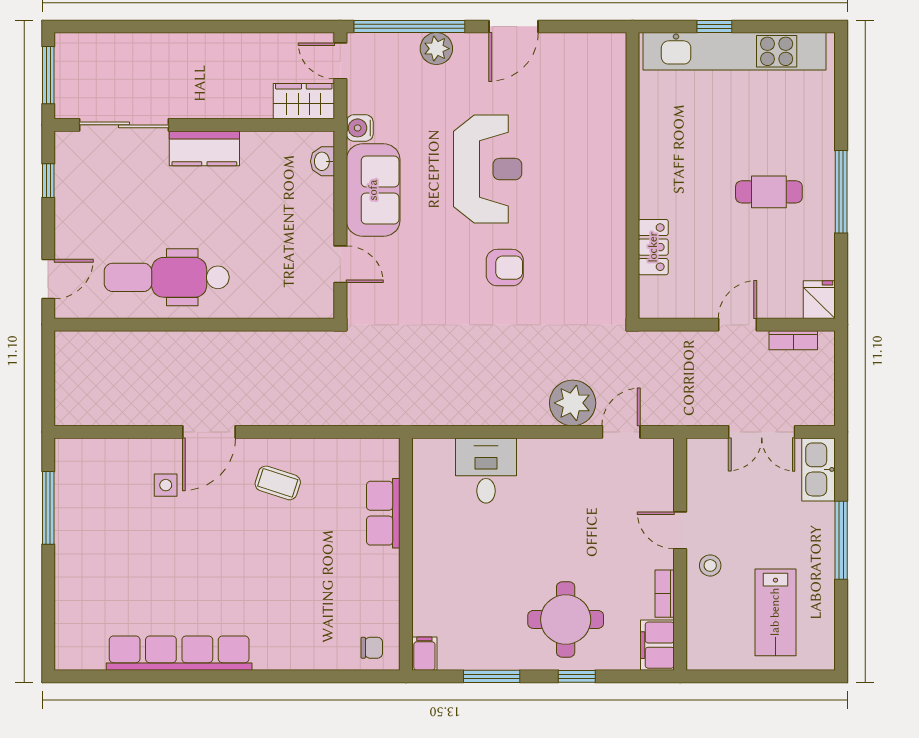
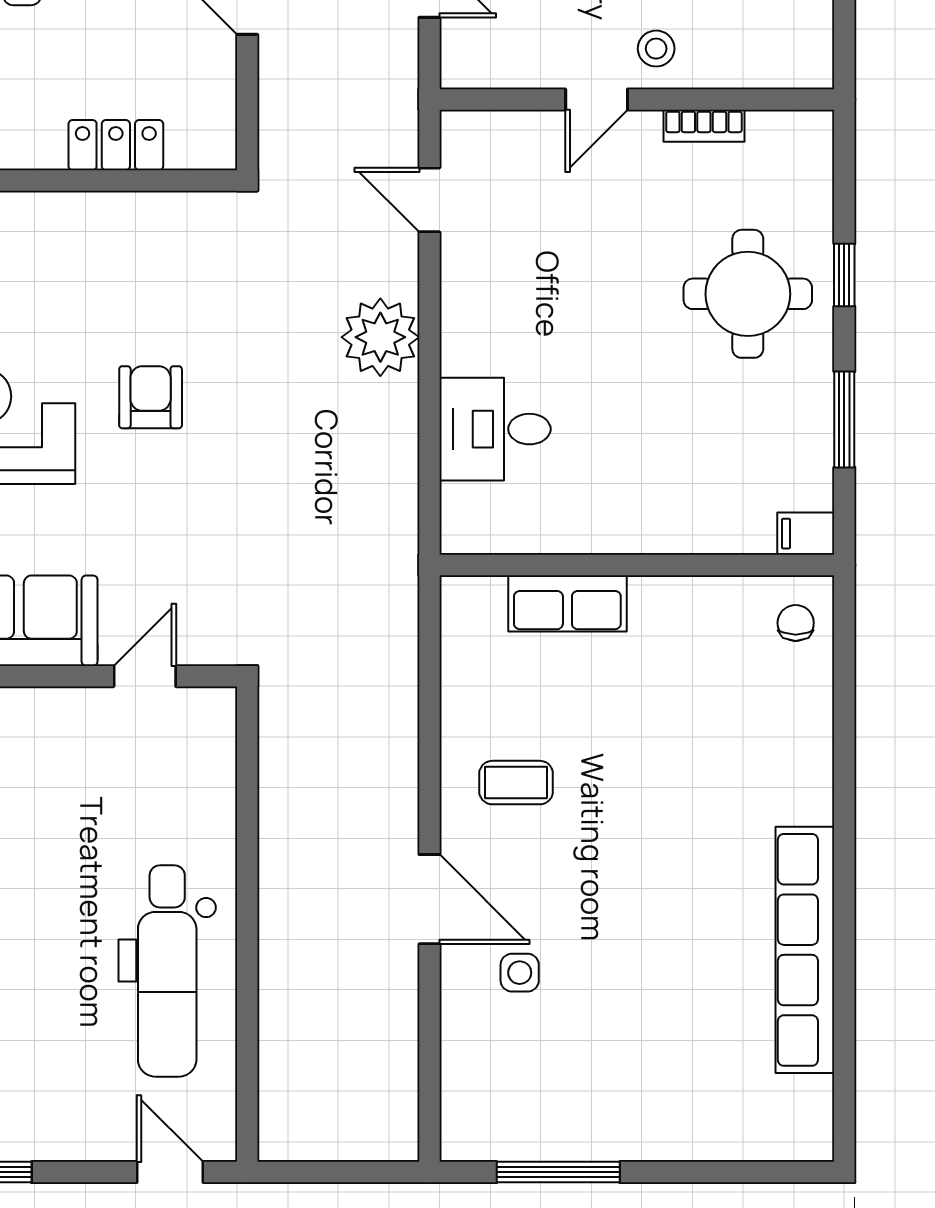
plant: (573, 403) -> (380, 337), moved
coffee table: (278, 483) -> (516, 783), turned 72
filing cabinet: (657, 645) -> (791, 138), removed

